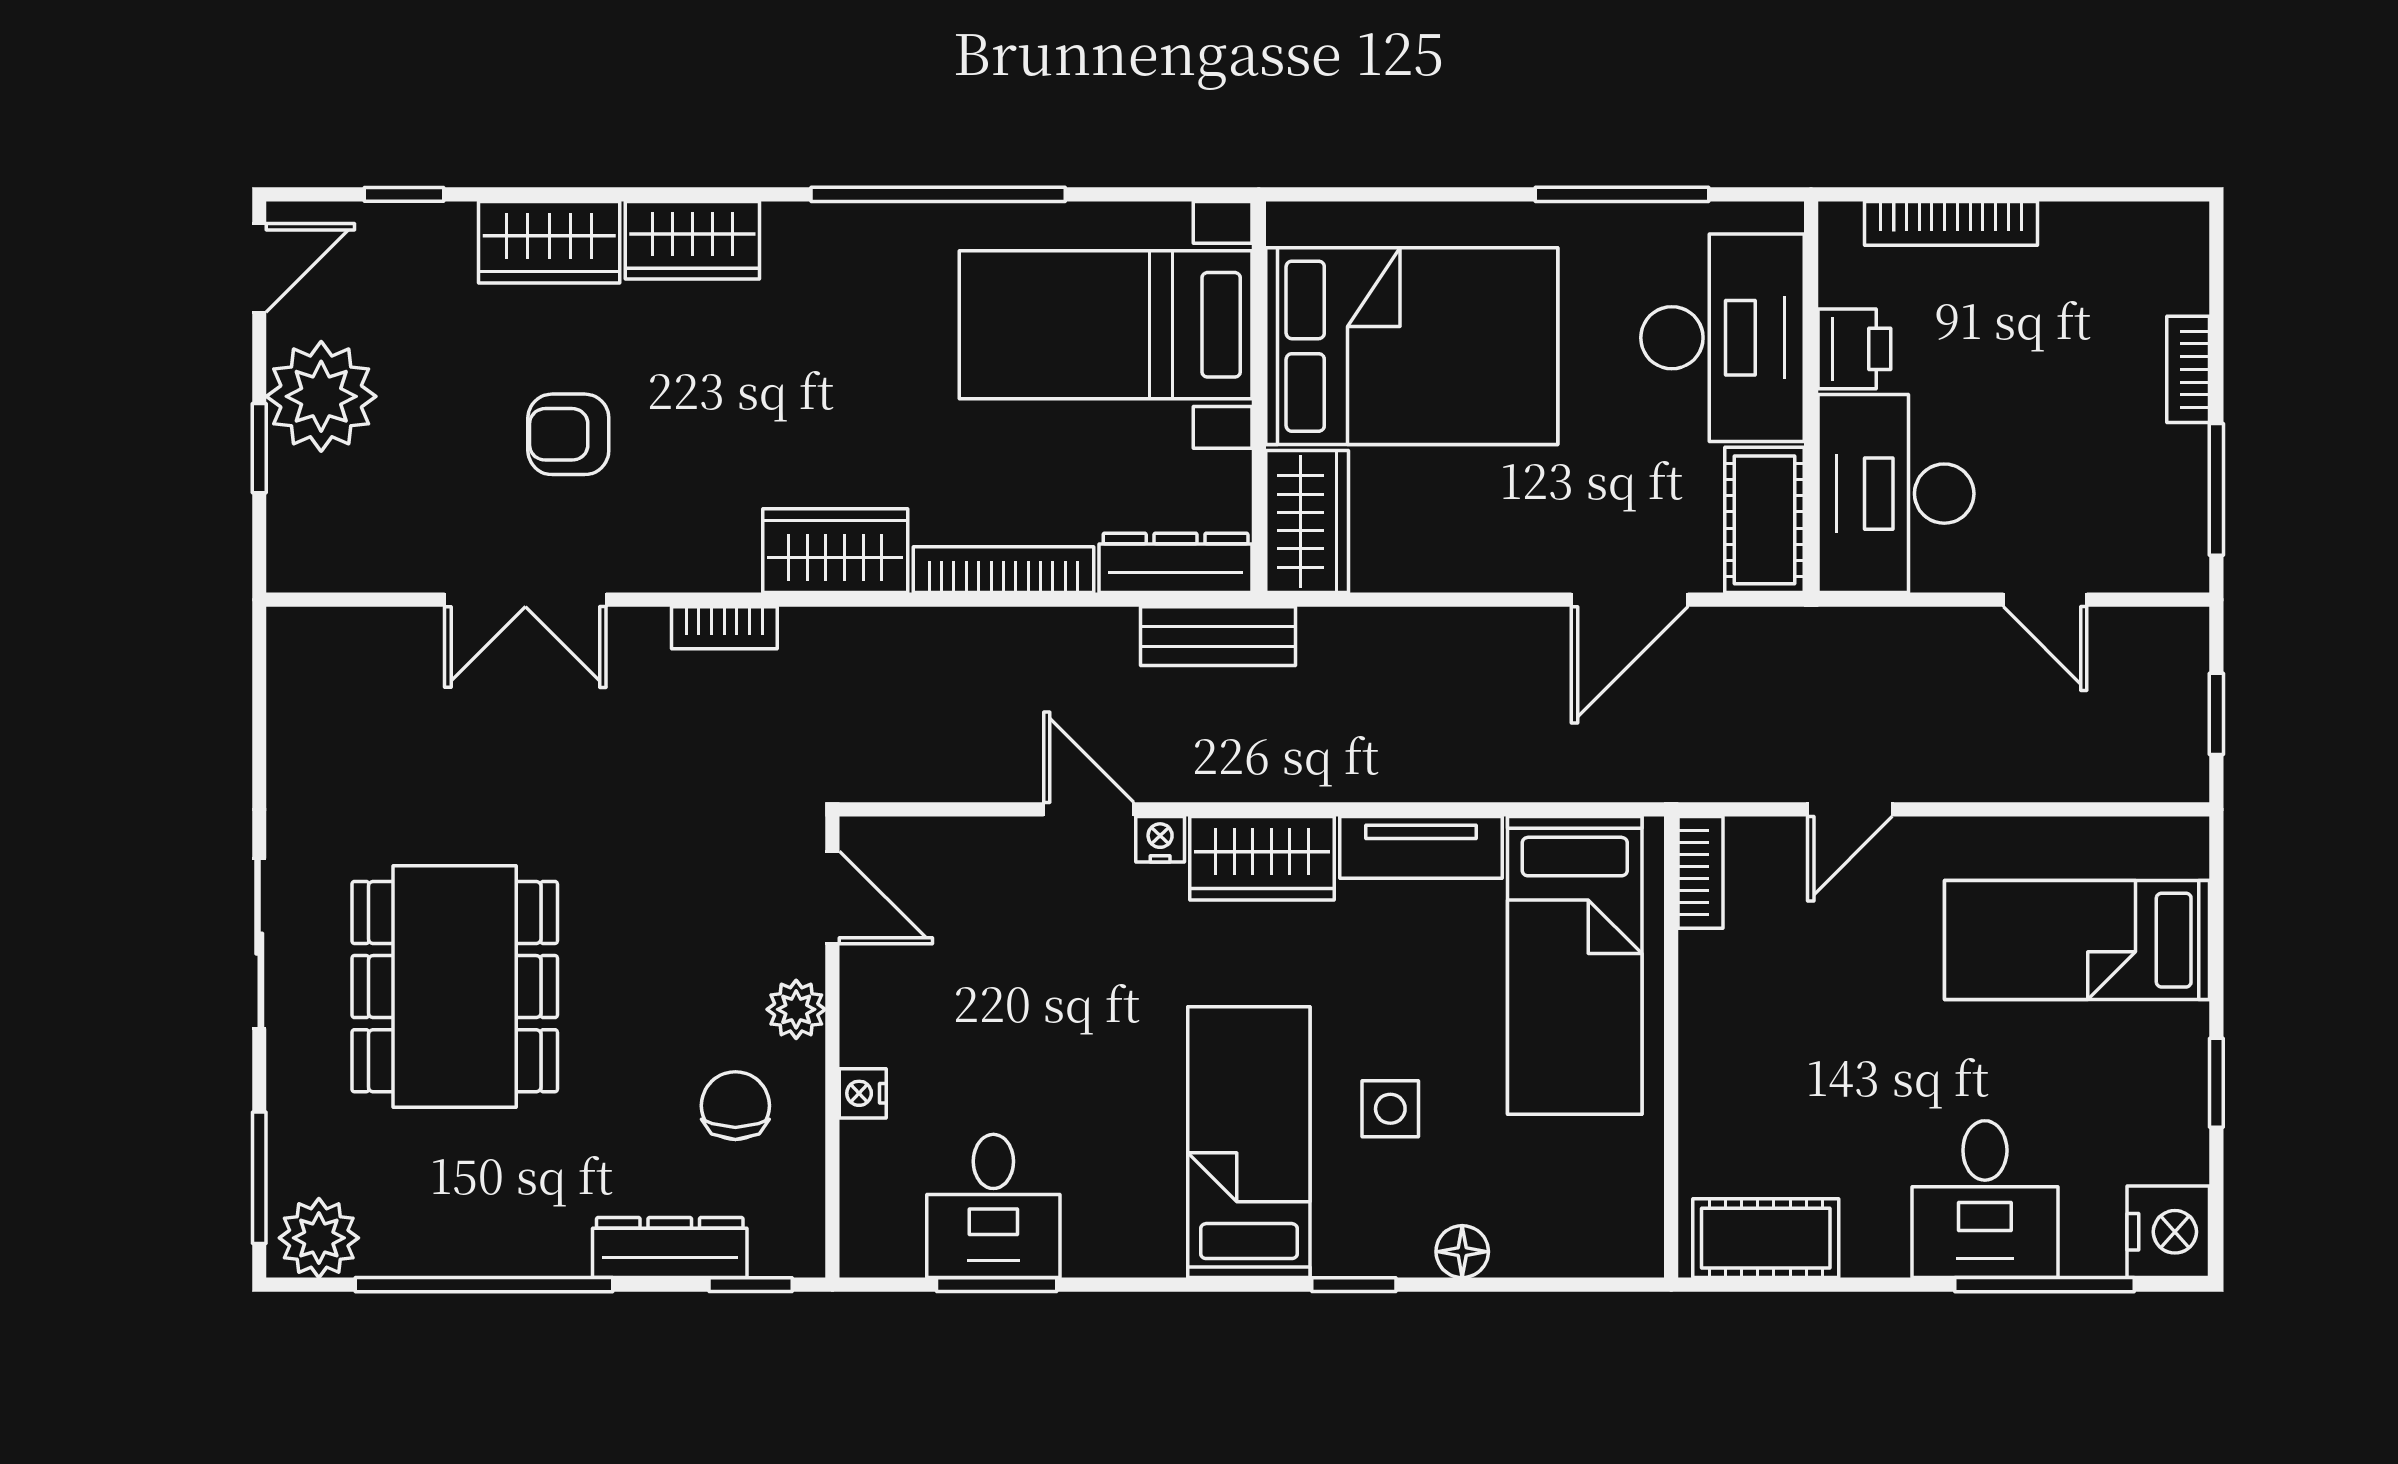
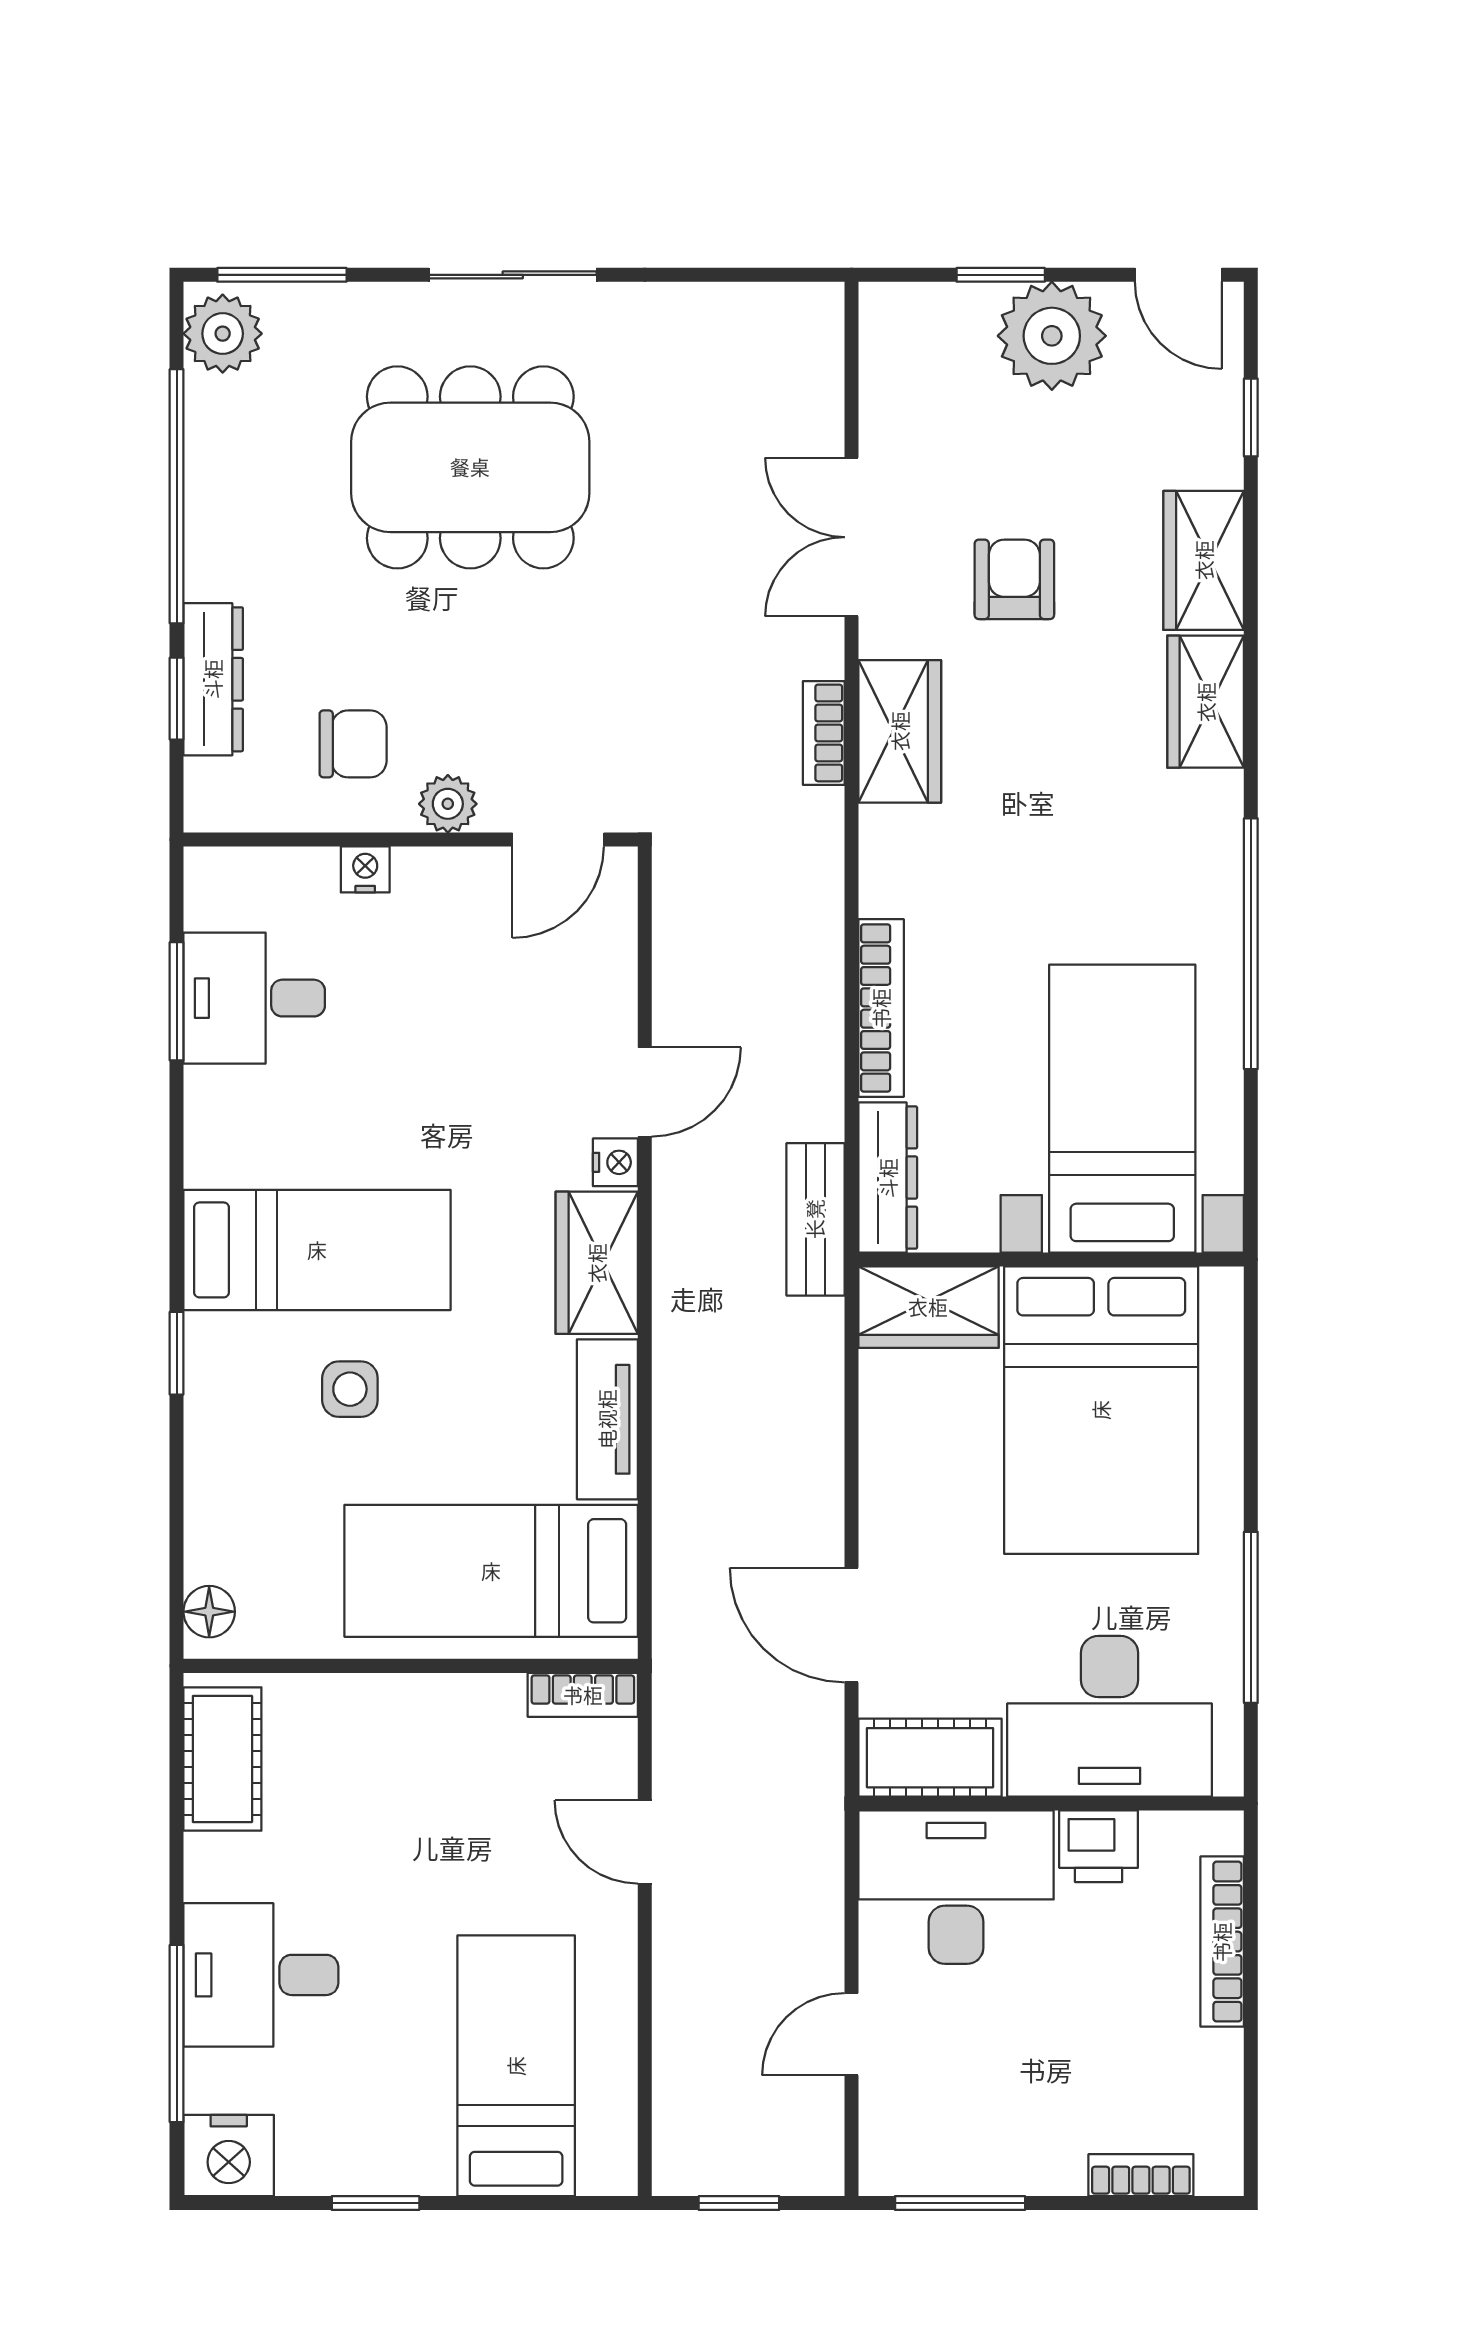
bookcase: (2188, 369) -> (1141, 2175), moved
wardrobe: (835, 551) -> (900, 731), moved
floor lamp: (1462, 1252) -> (209, 1612), moved
window: (751, 1285) -> (177, 699), moved

